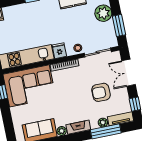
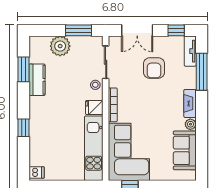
plant: (103, 123) -> (190, 73), removed

